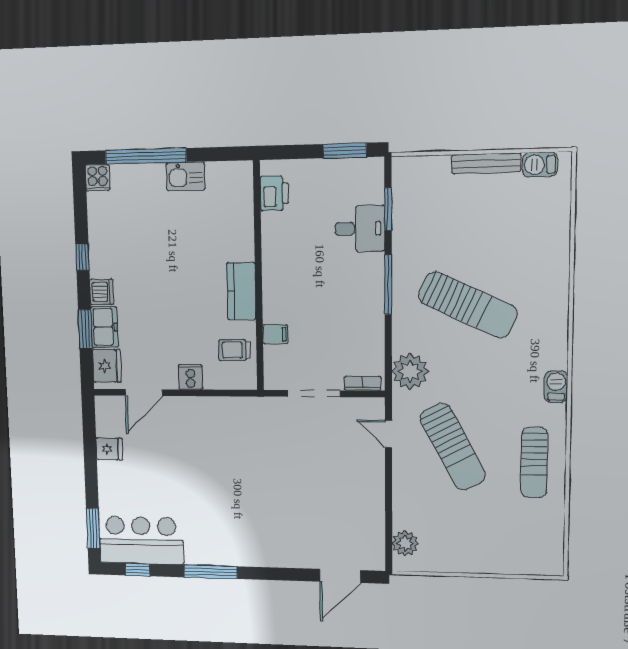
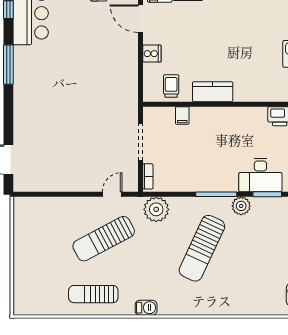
desk: (360, 229) -> (260, 175), width x1.37
plant: (405, 543) -> (241, 206), moved

